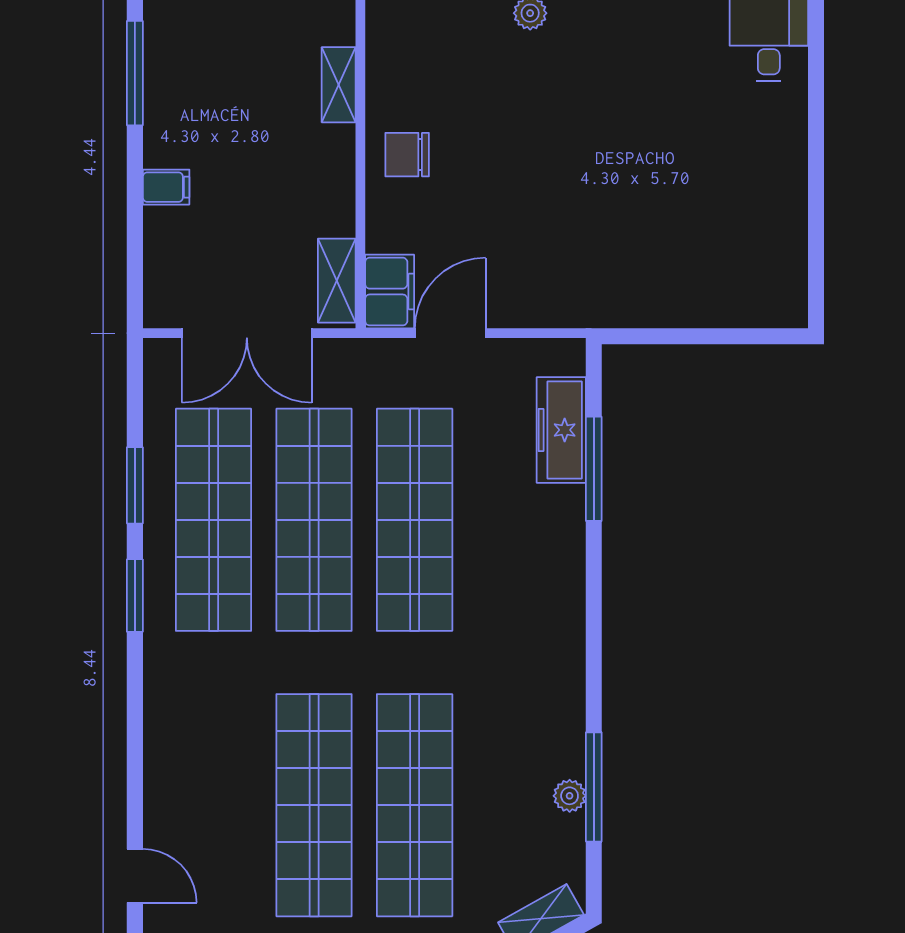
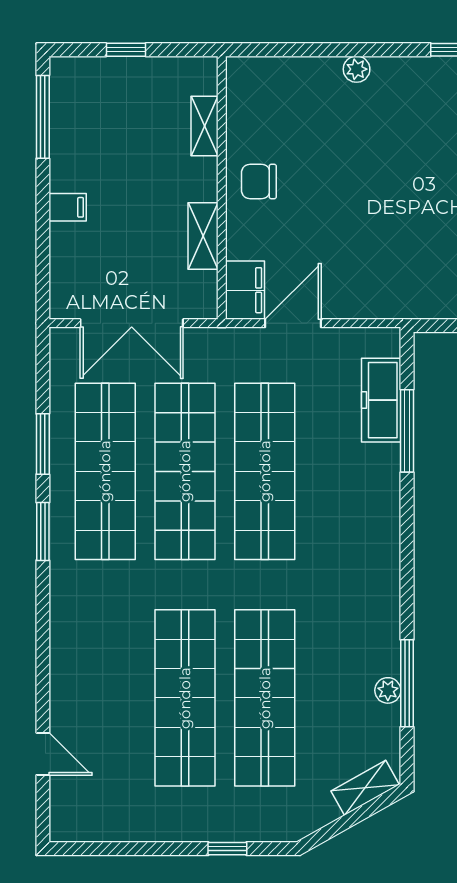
shelving: (337, 281) -> (203, 236), moved

